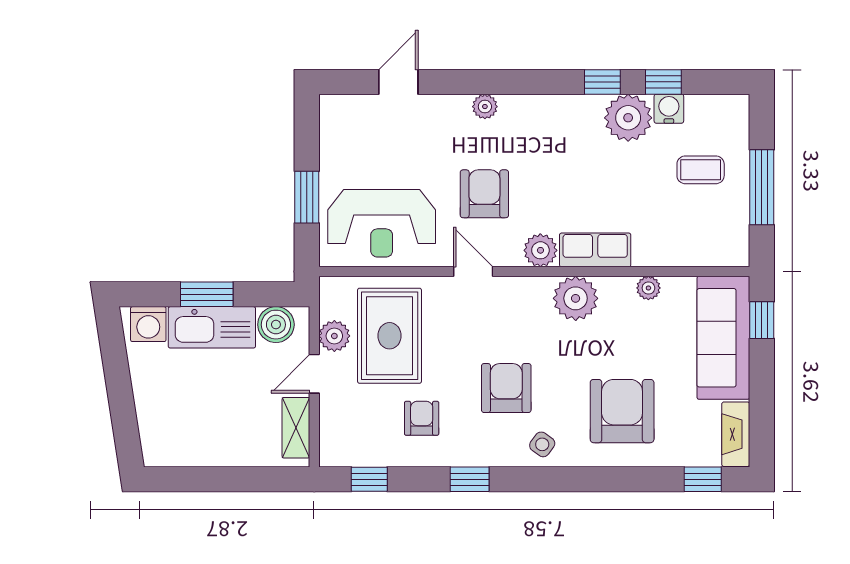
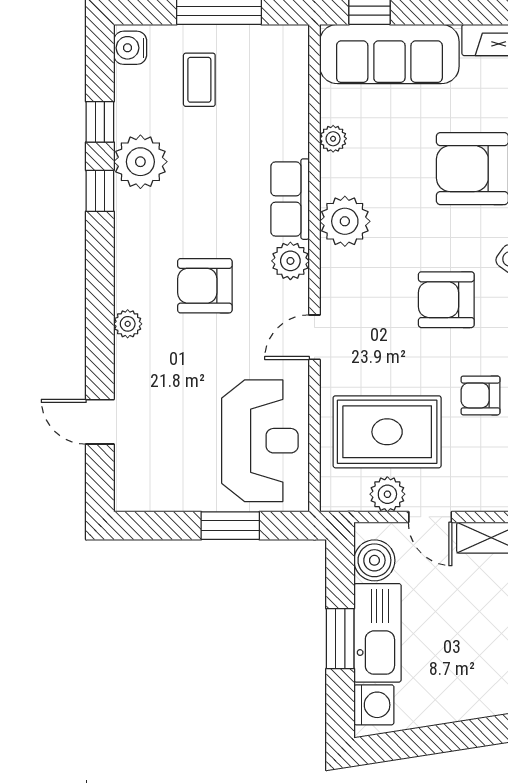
water cooler: (669, 109) -> (130, 48), moved
armchair: (484, 194) -> (205, 286), moved

